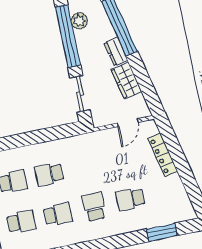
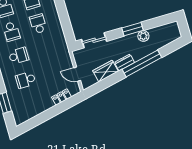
window: (68, 36) -> (133, 29), width x0.47
locker: (163, 155) -> (61, 97), width x0.66
school desk: (130, 199) -> (26, 80), turned -90

